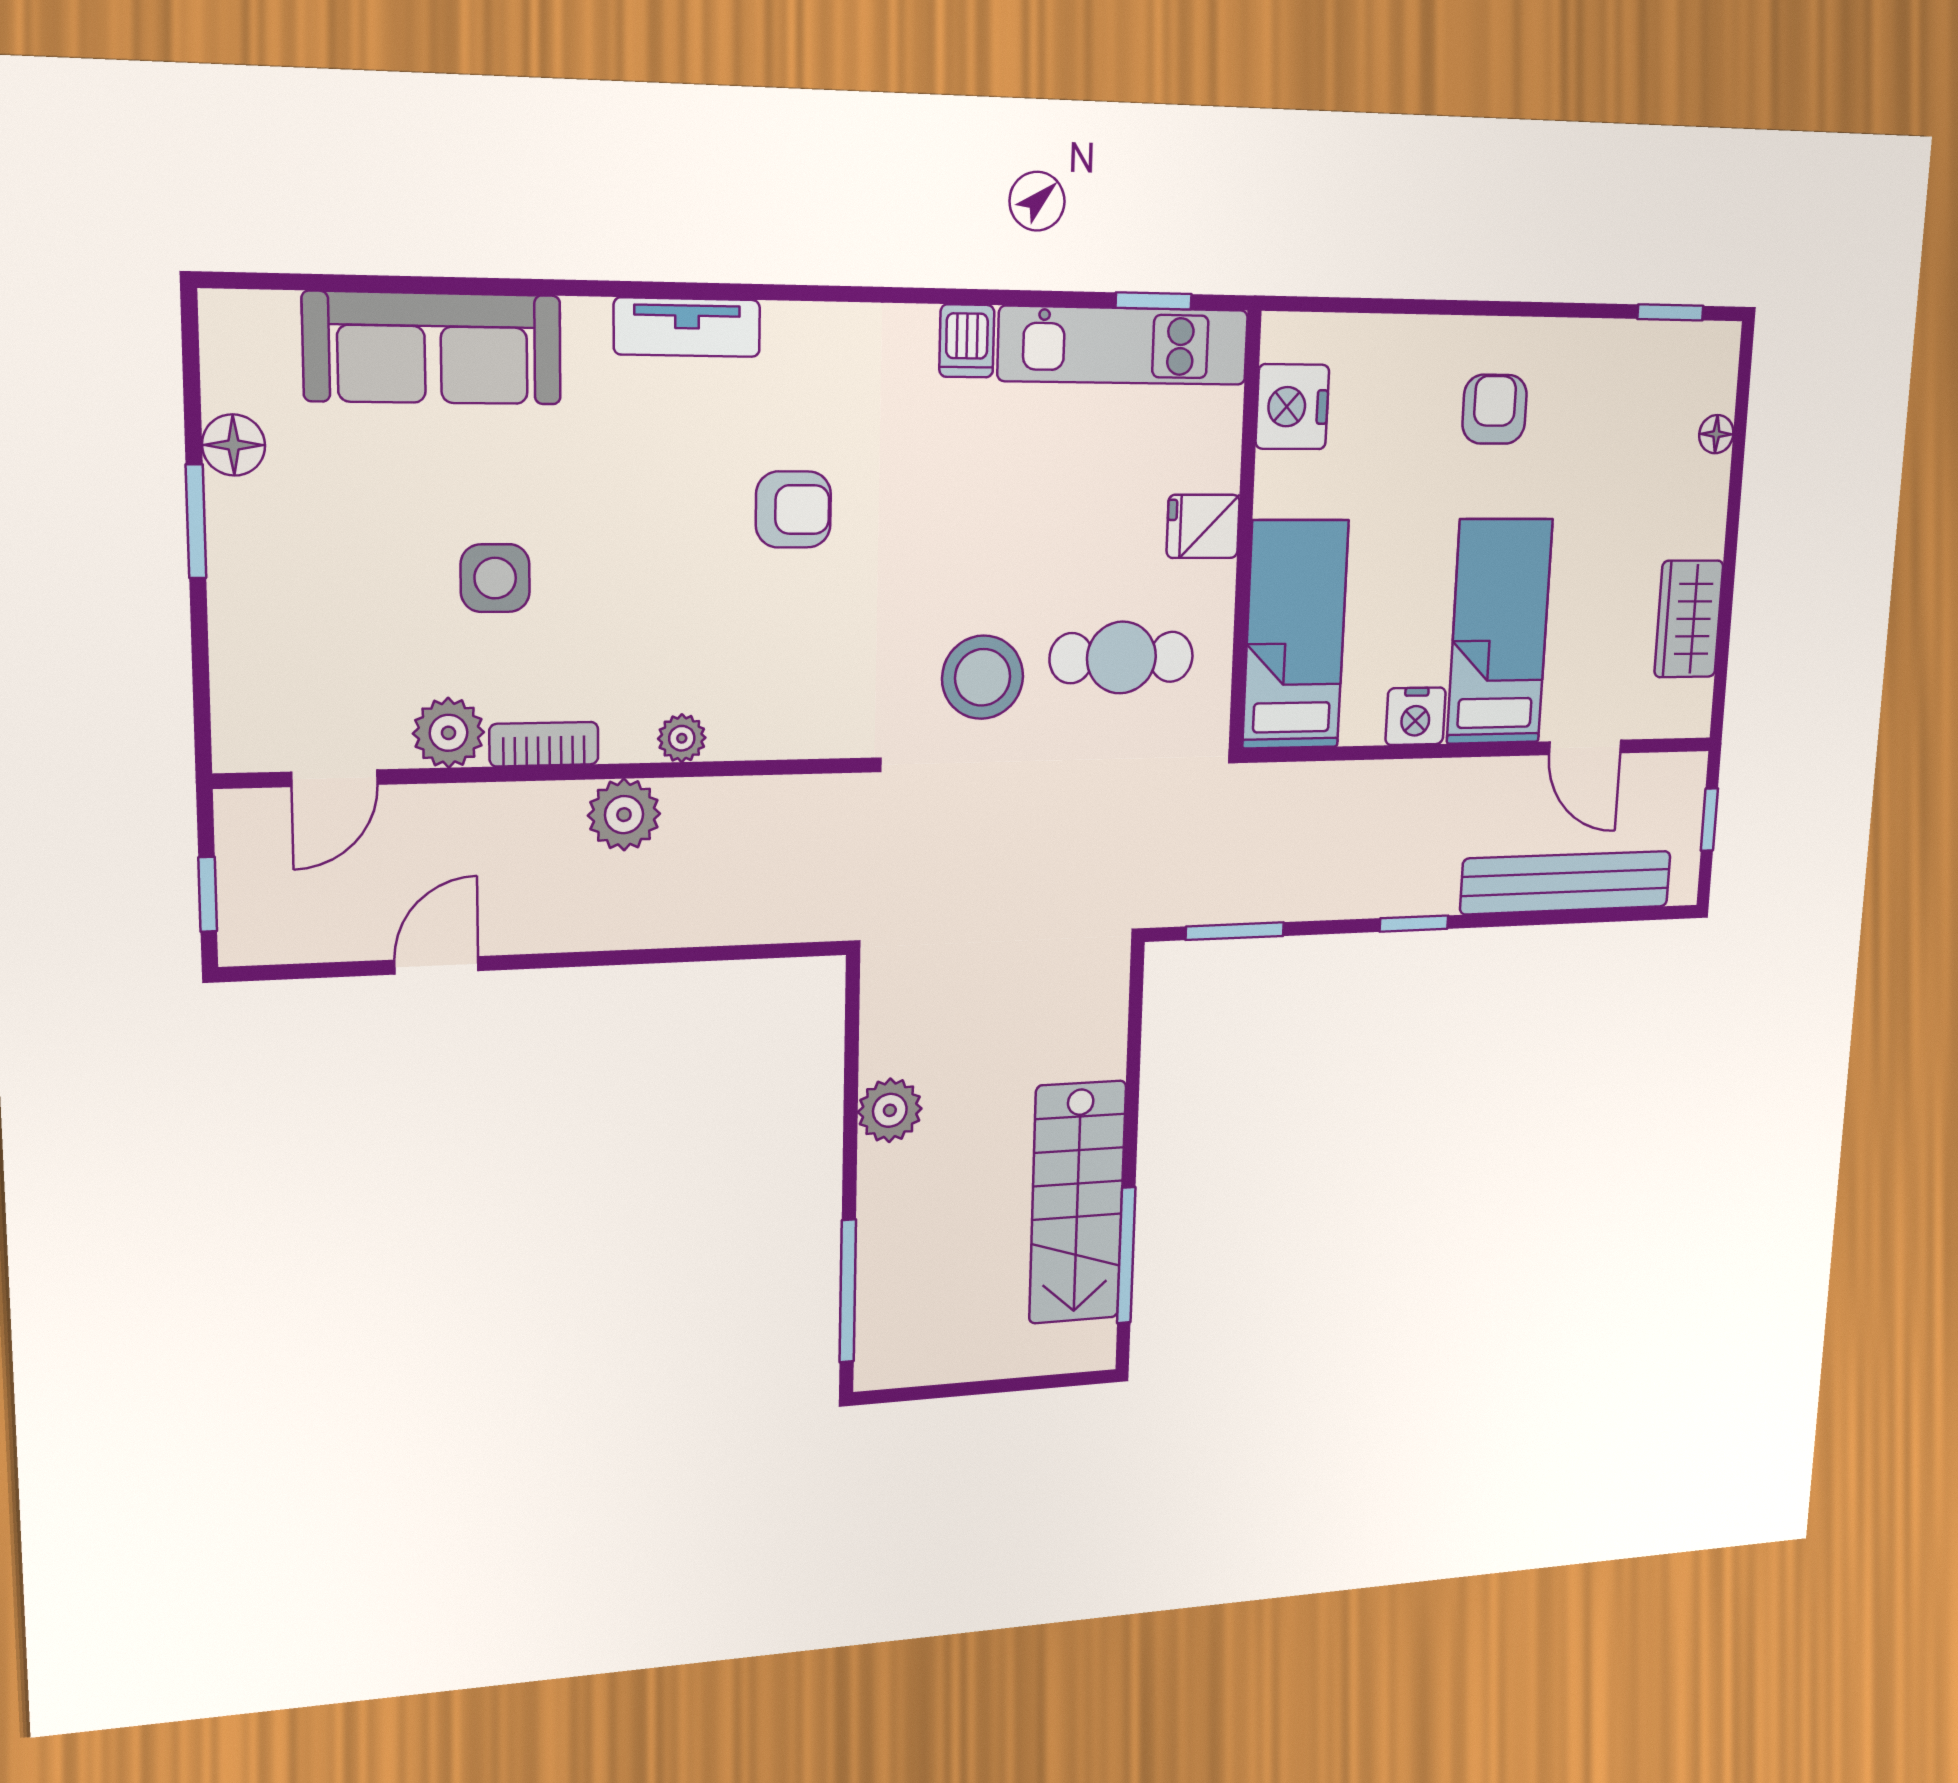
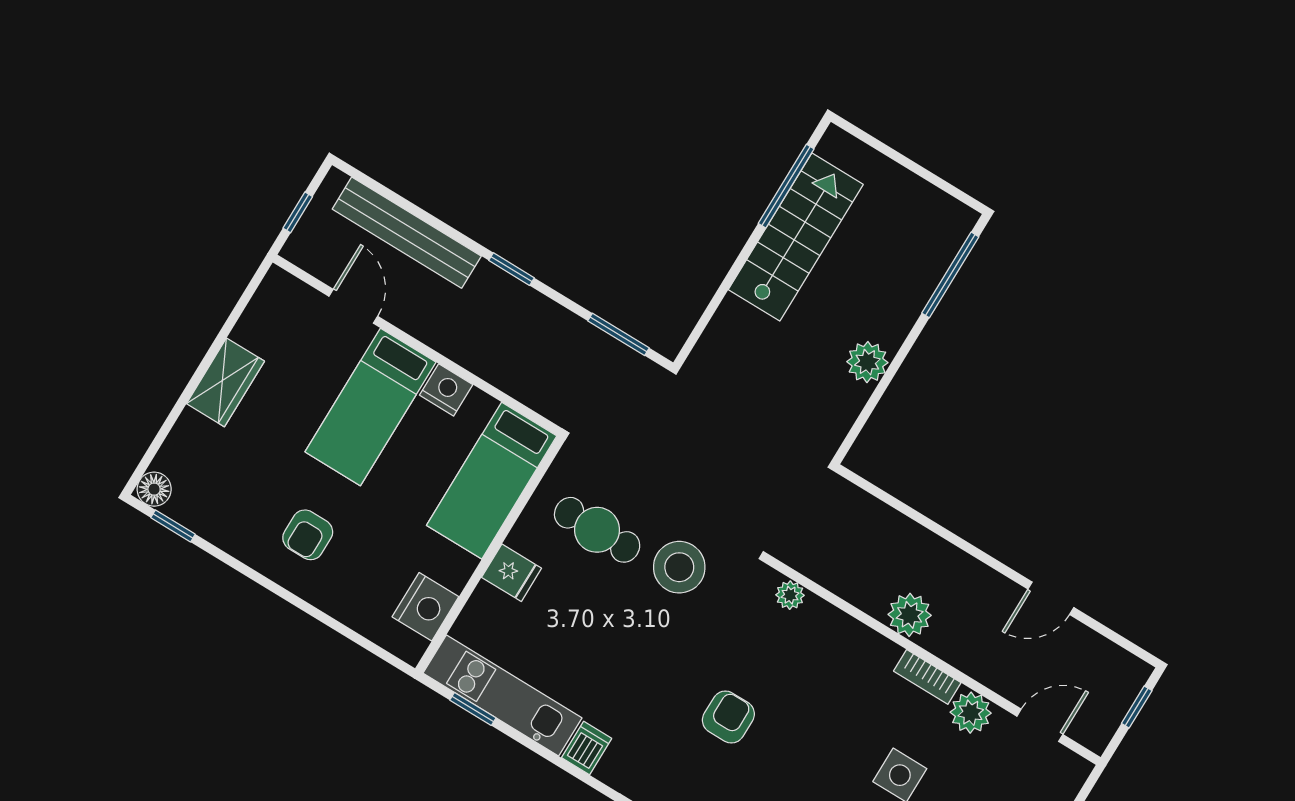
floor lamp: (1716, 434) -> (154, 489), moved, width x1.37, depth x1.37
armchair: (793, 509) -> (728, 717), turned 90
wardrobe: (1689, 619) -> (225, 382), moved
plant: (682, 738) -> (790, 595), moved

